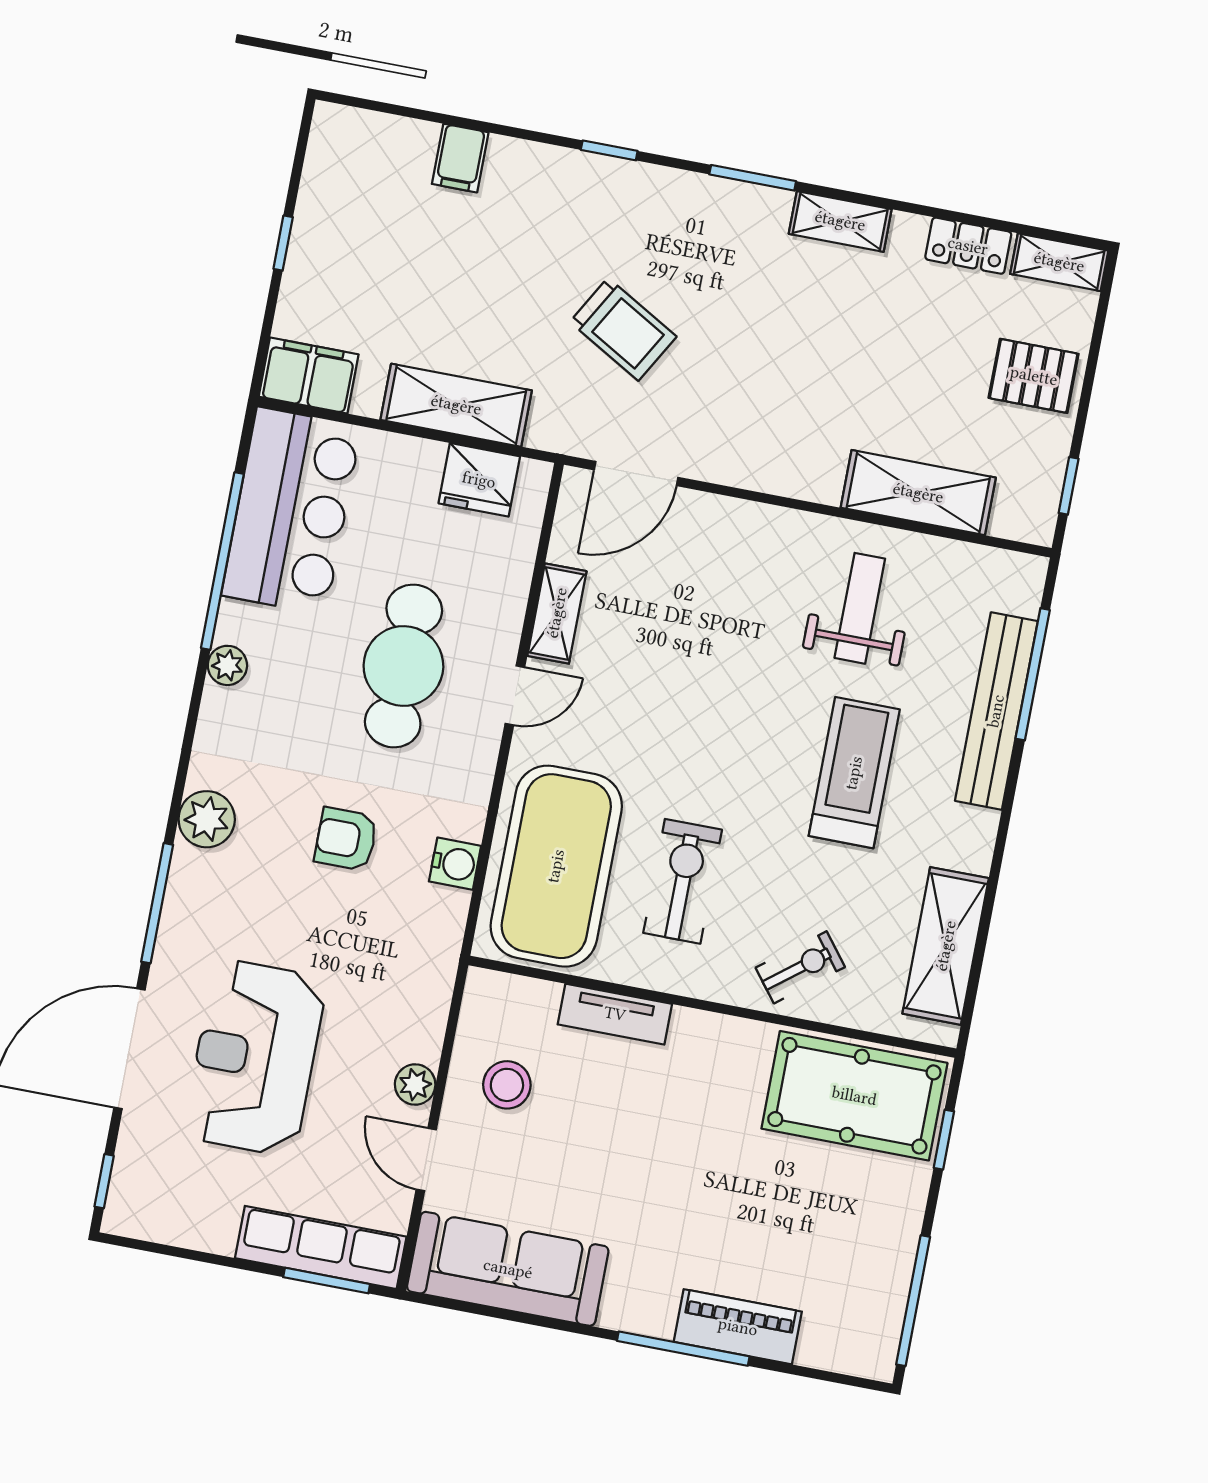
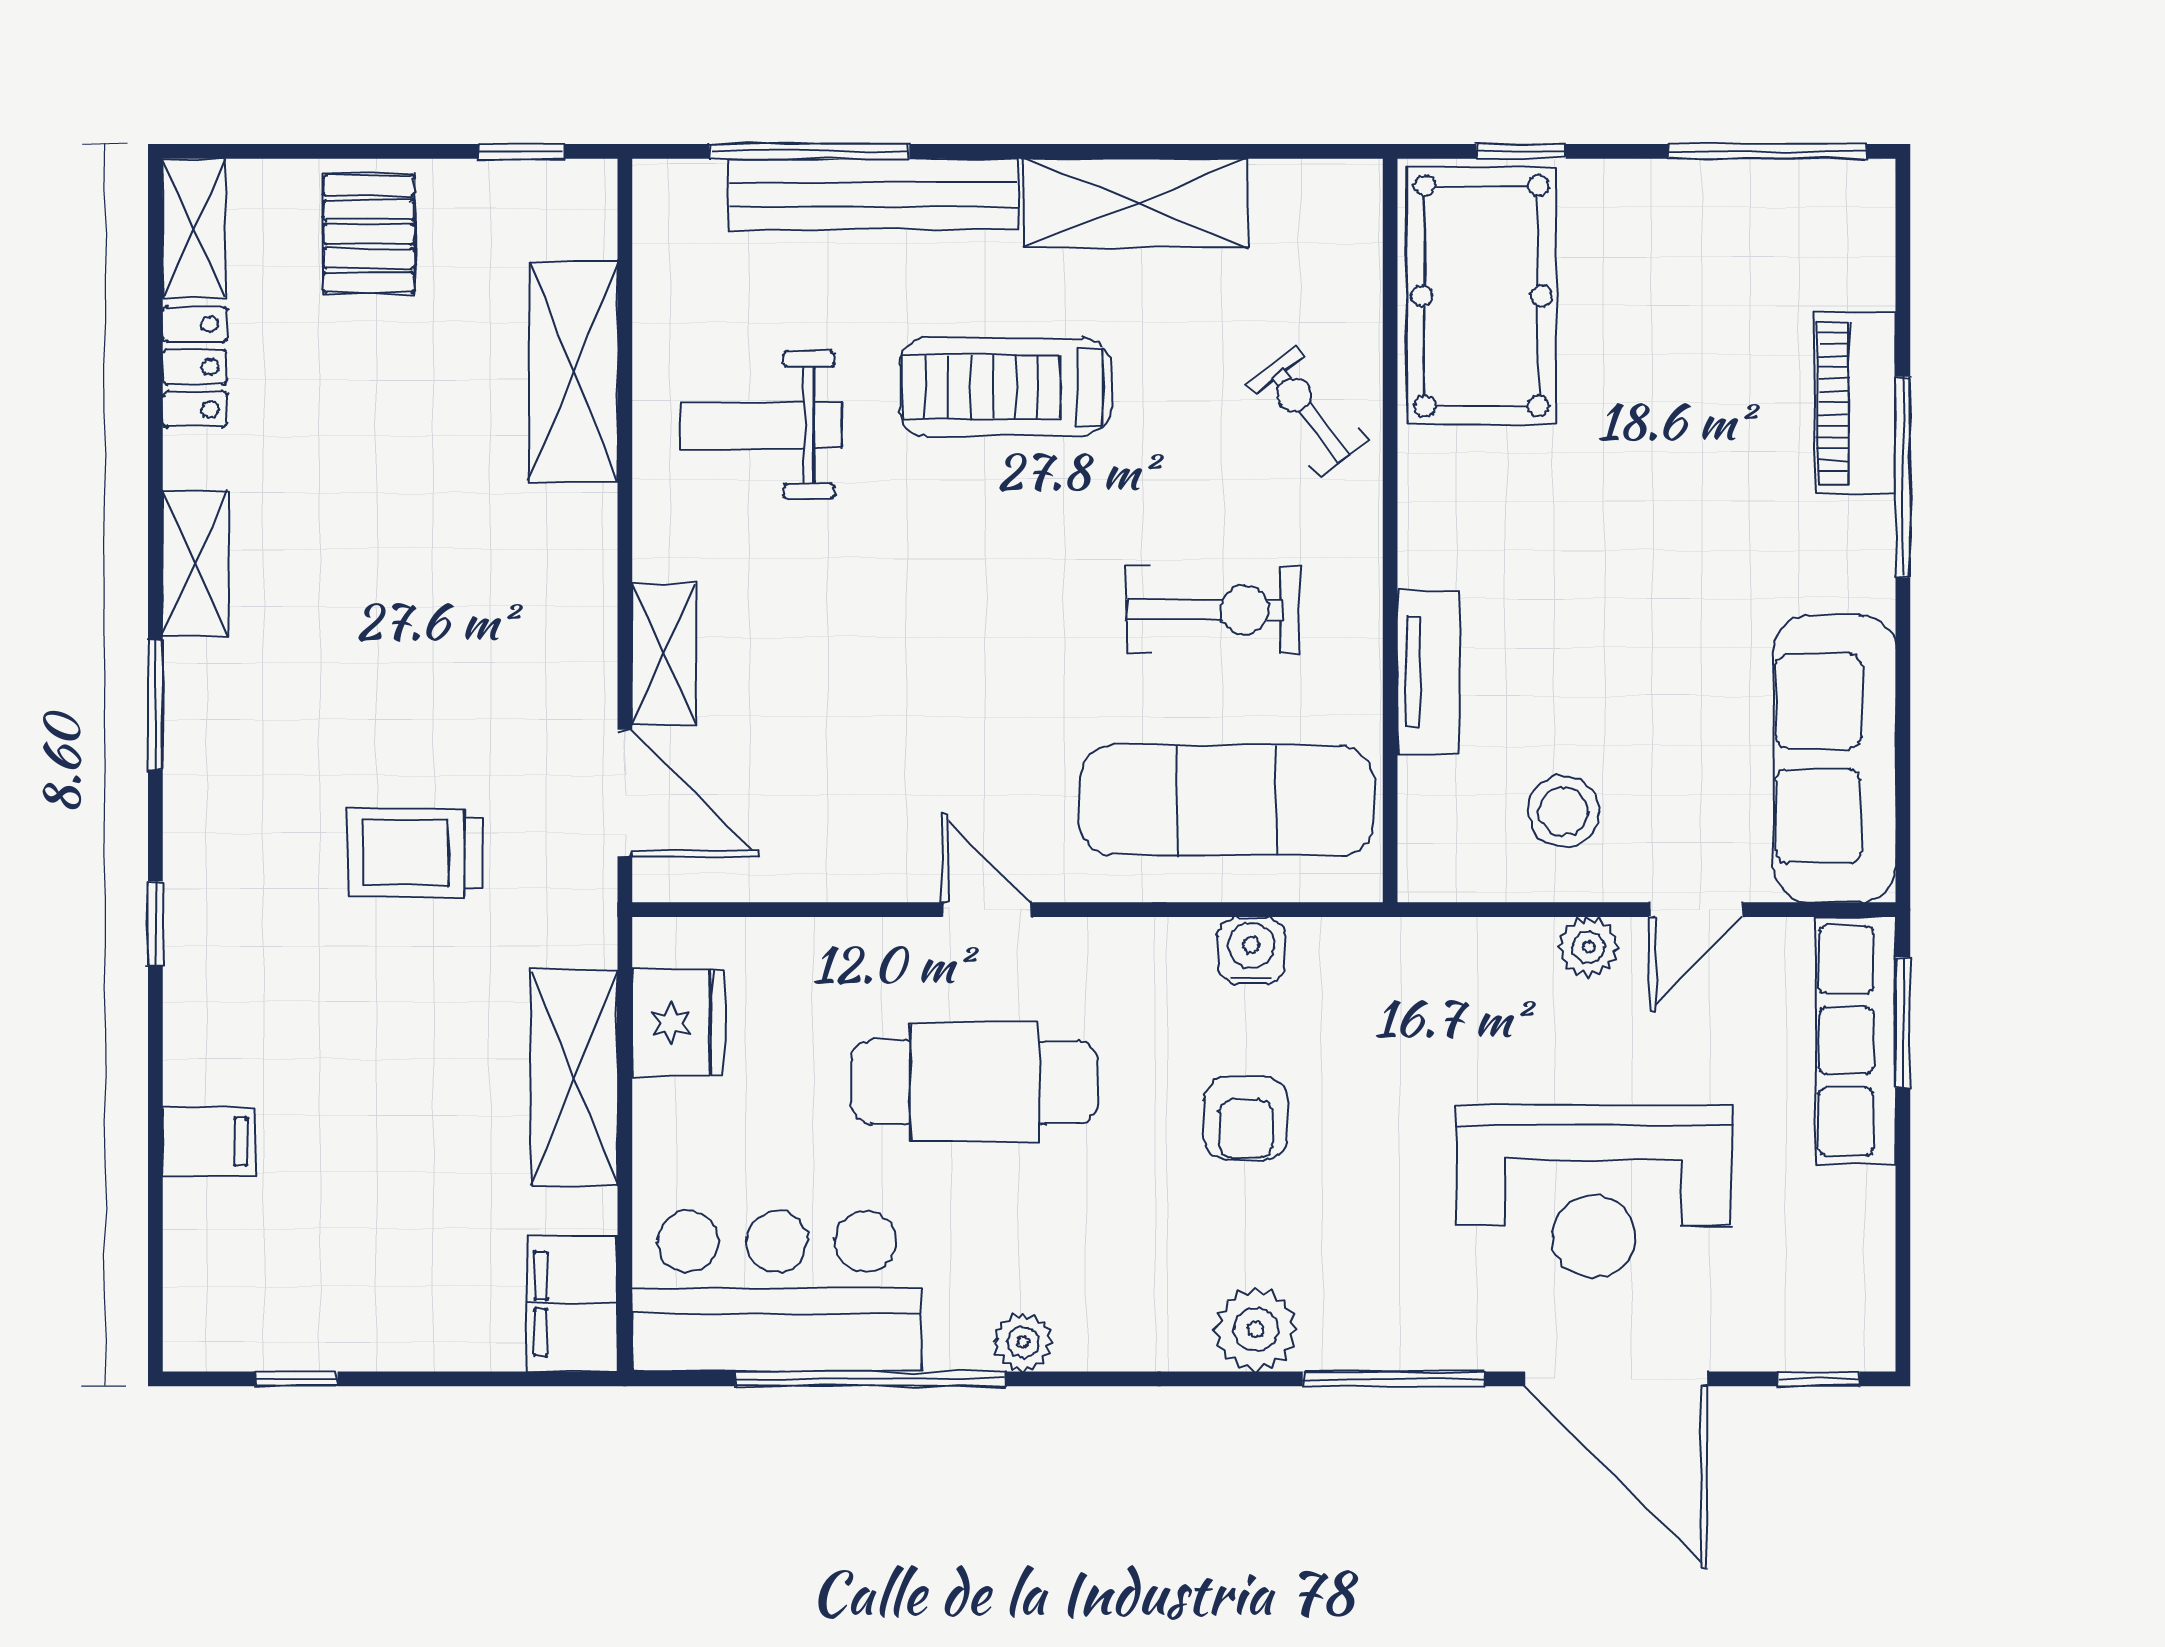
window: (283, 243) -> (296, 1379), moved
trolley: (623, 329) -> (415, 853), turned -120
shelving: (557, 613) -> (664, 654), moved, turned 90
exercise mat: (556, 866) -> (1227, 800), width x0.68
exercise bike: (683, 881) -> (1213, 610), turned 180
shelving: (946, 946) -> (1136, 203), moved

